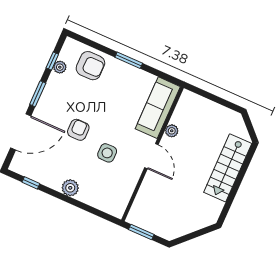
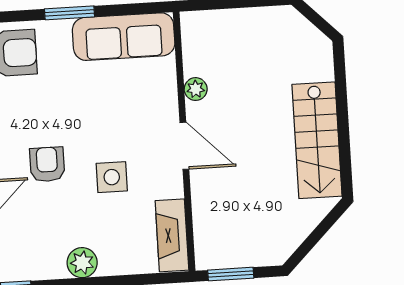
sofa: (158, 108) -> (124, 37), moved, turned -90
stairs: (228, 168) -> (317, 140), moved
fireplace: (122, 198) -> (172, 235), added

